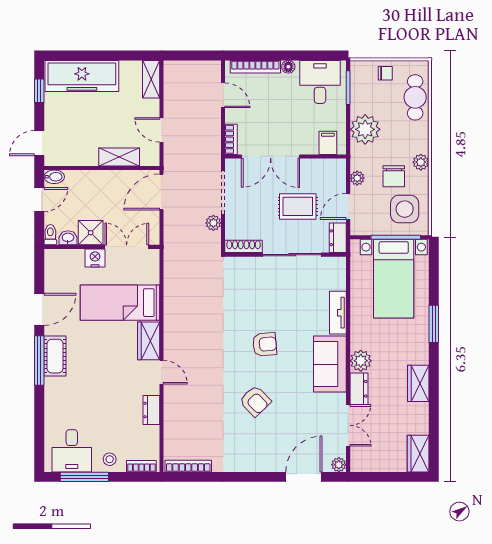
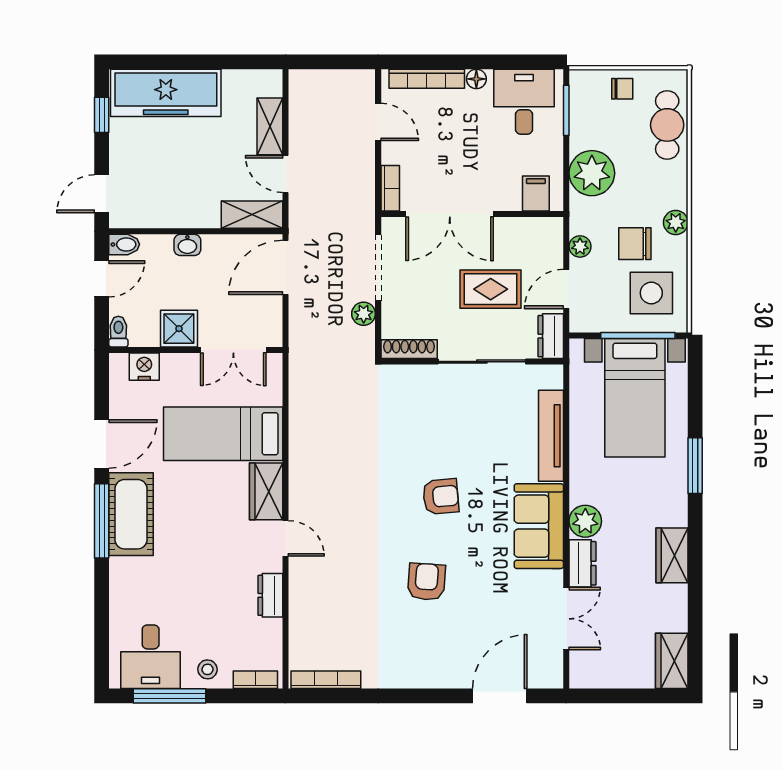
shelving: (151, 79) -> (270, 126), moved
shelving: (119, 157) -> (252, 215), moved
chair: (394, 176) -> (635, 244), turned 90
washbasin: (68, 238) -> (187, 245), moved, turned 180
double door: (127, 247) -> (233, 350), swing flipped
nightstand: (95, 258) -> (144, 367), moved
tv unit: (338, 313) -> (551, 436), width x1.41
cot: (55, 356) -> (131, 514), width x1.37, depth x1.34
armchair: (255, 401) -> (427, 582), turned -132
plant: (339, 465) -> (552, 678), removed

